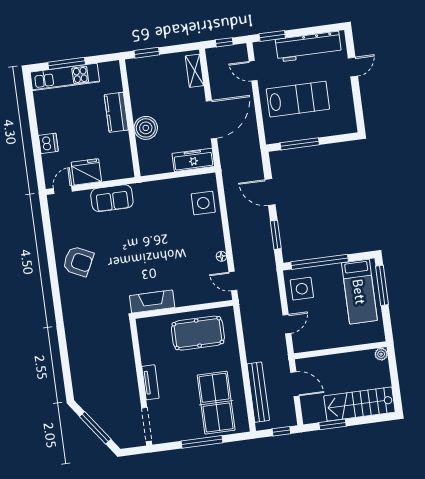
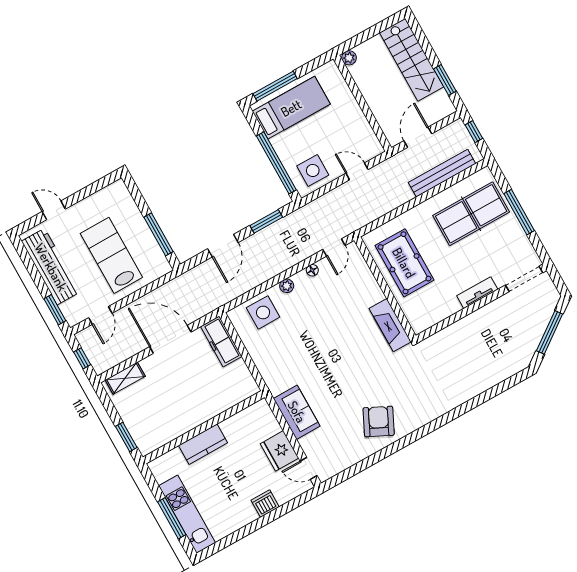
boiler: (146, 128) -> (207, 406), removed
plant: (217, 231) -> (287, 286), added

